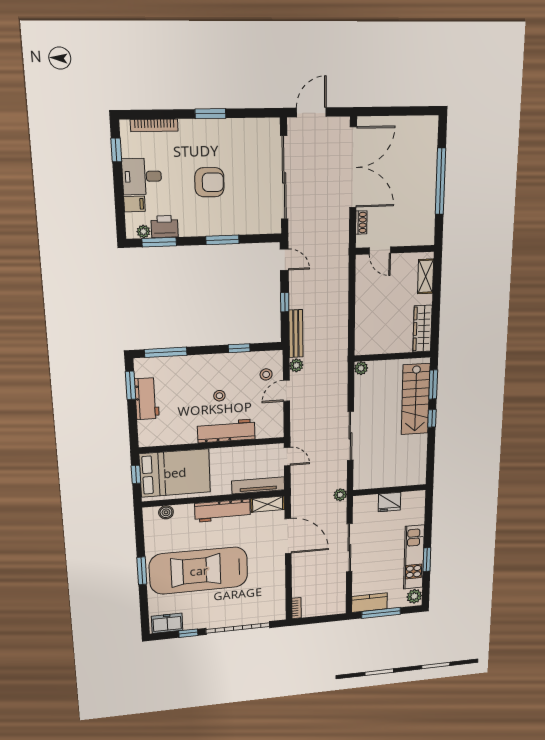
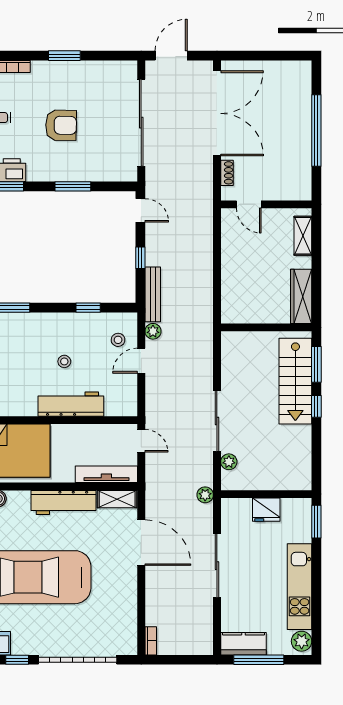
plant: (361, 368) -> (229, 462), moved
window: (427, 560) -> (316, 522), moved

